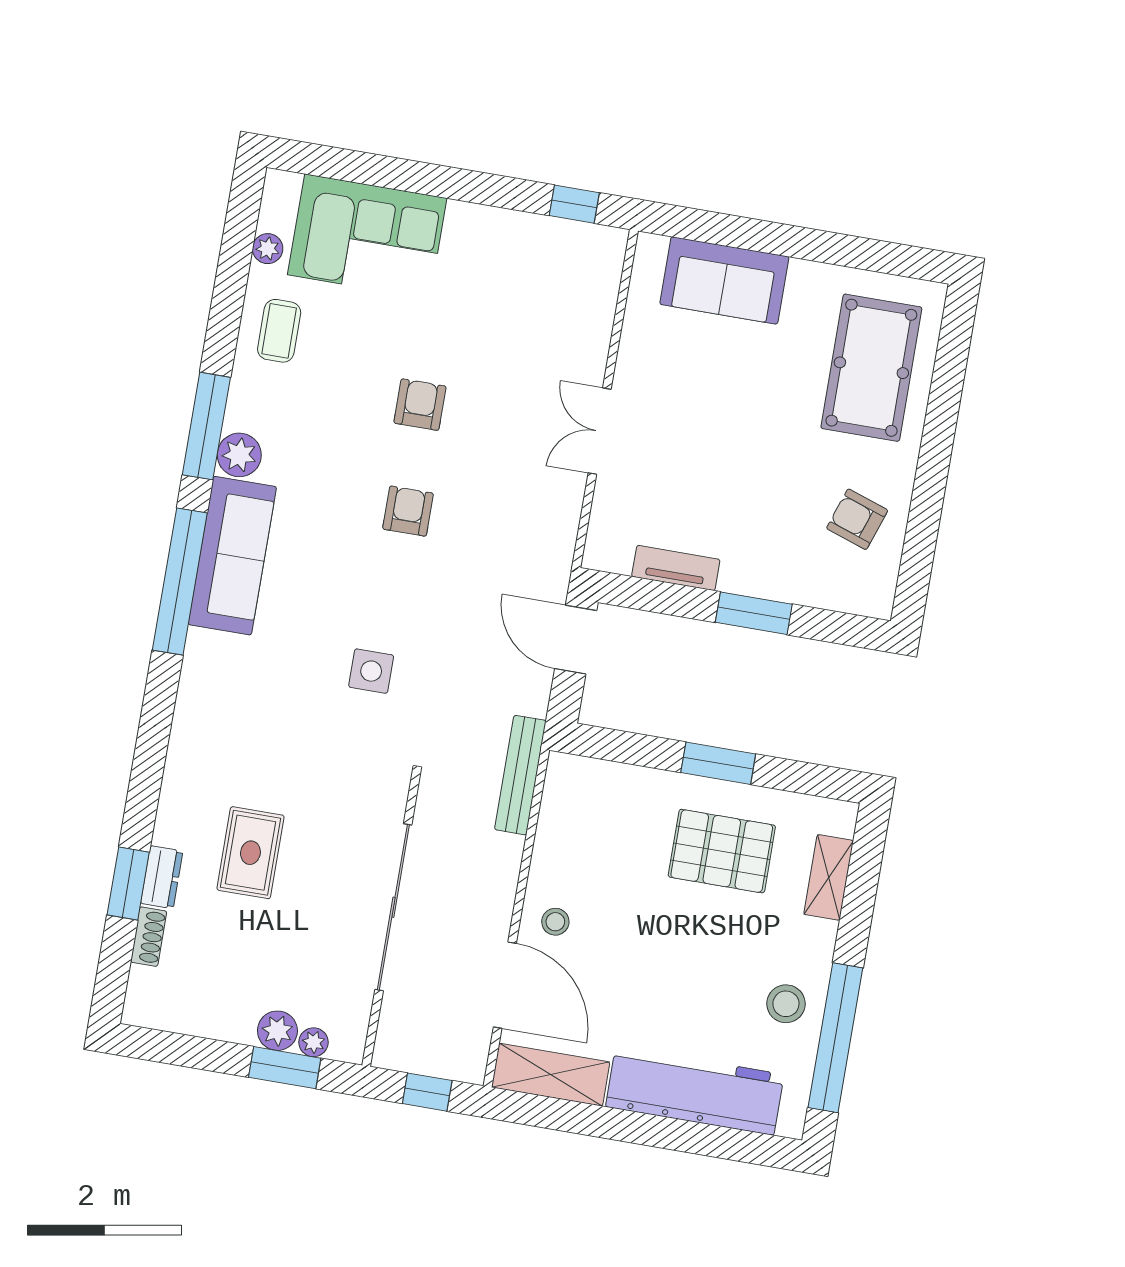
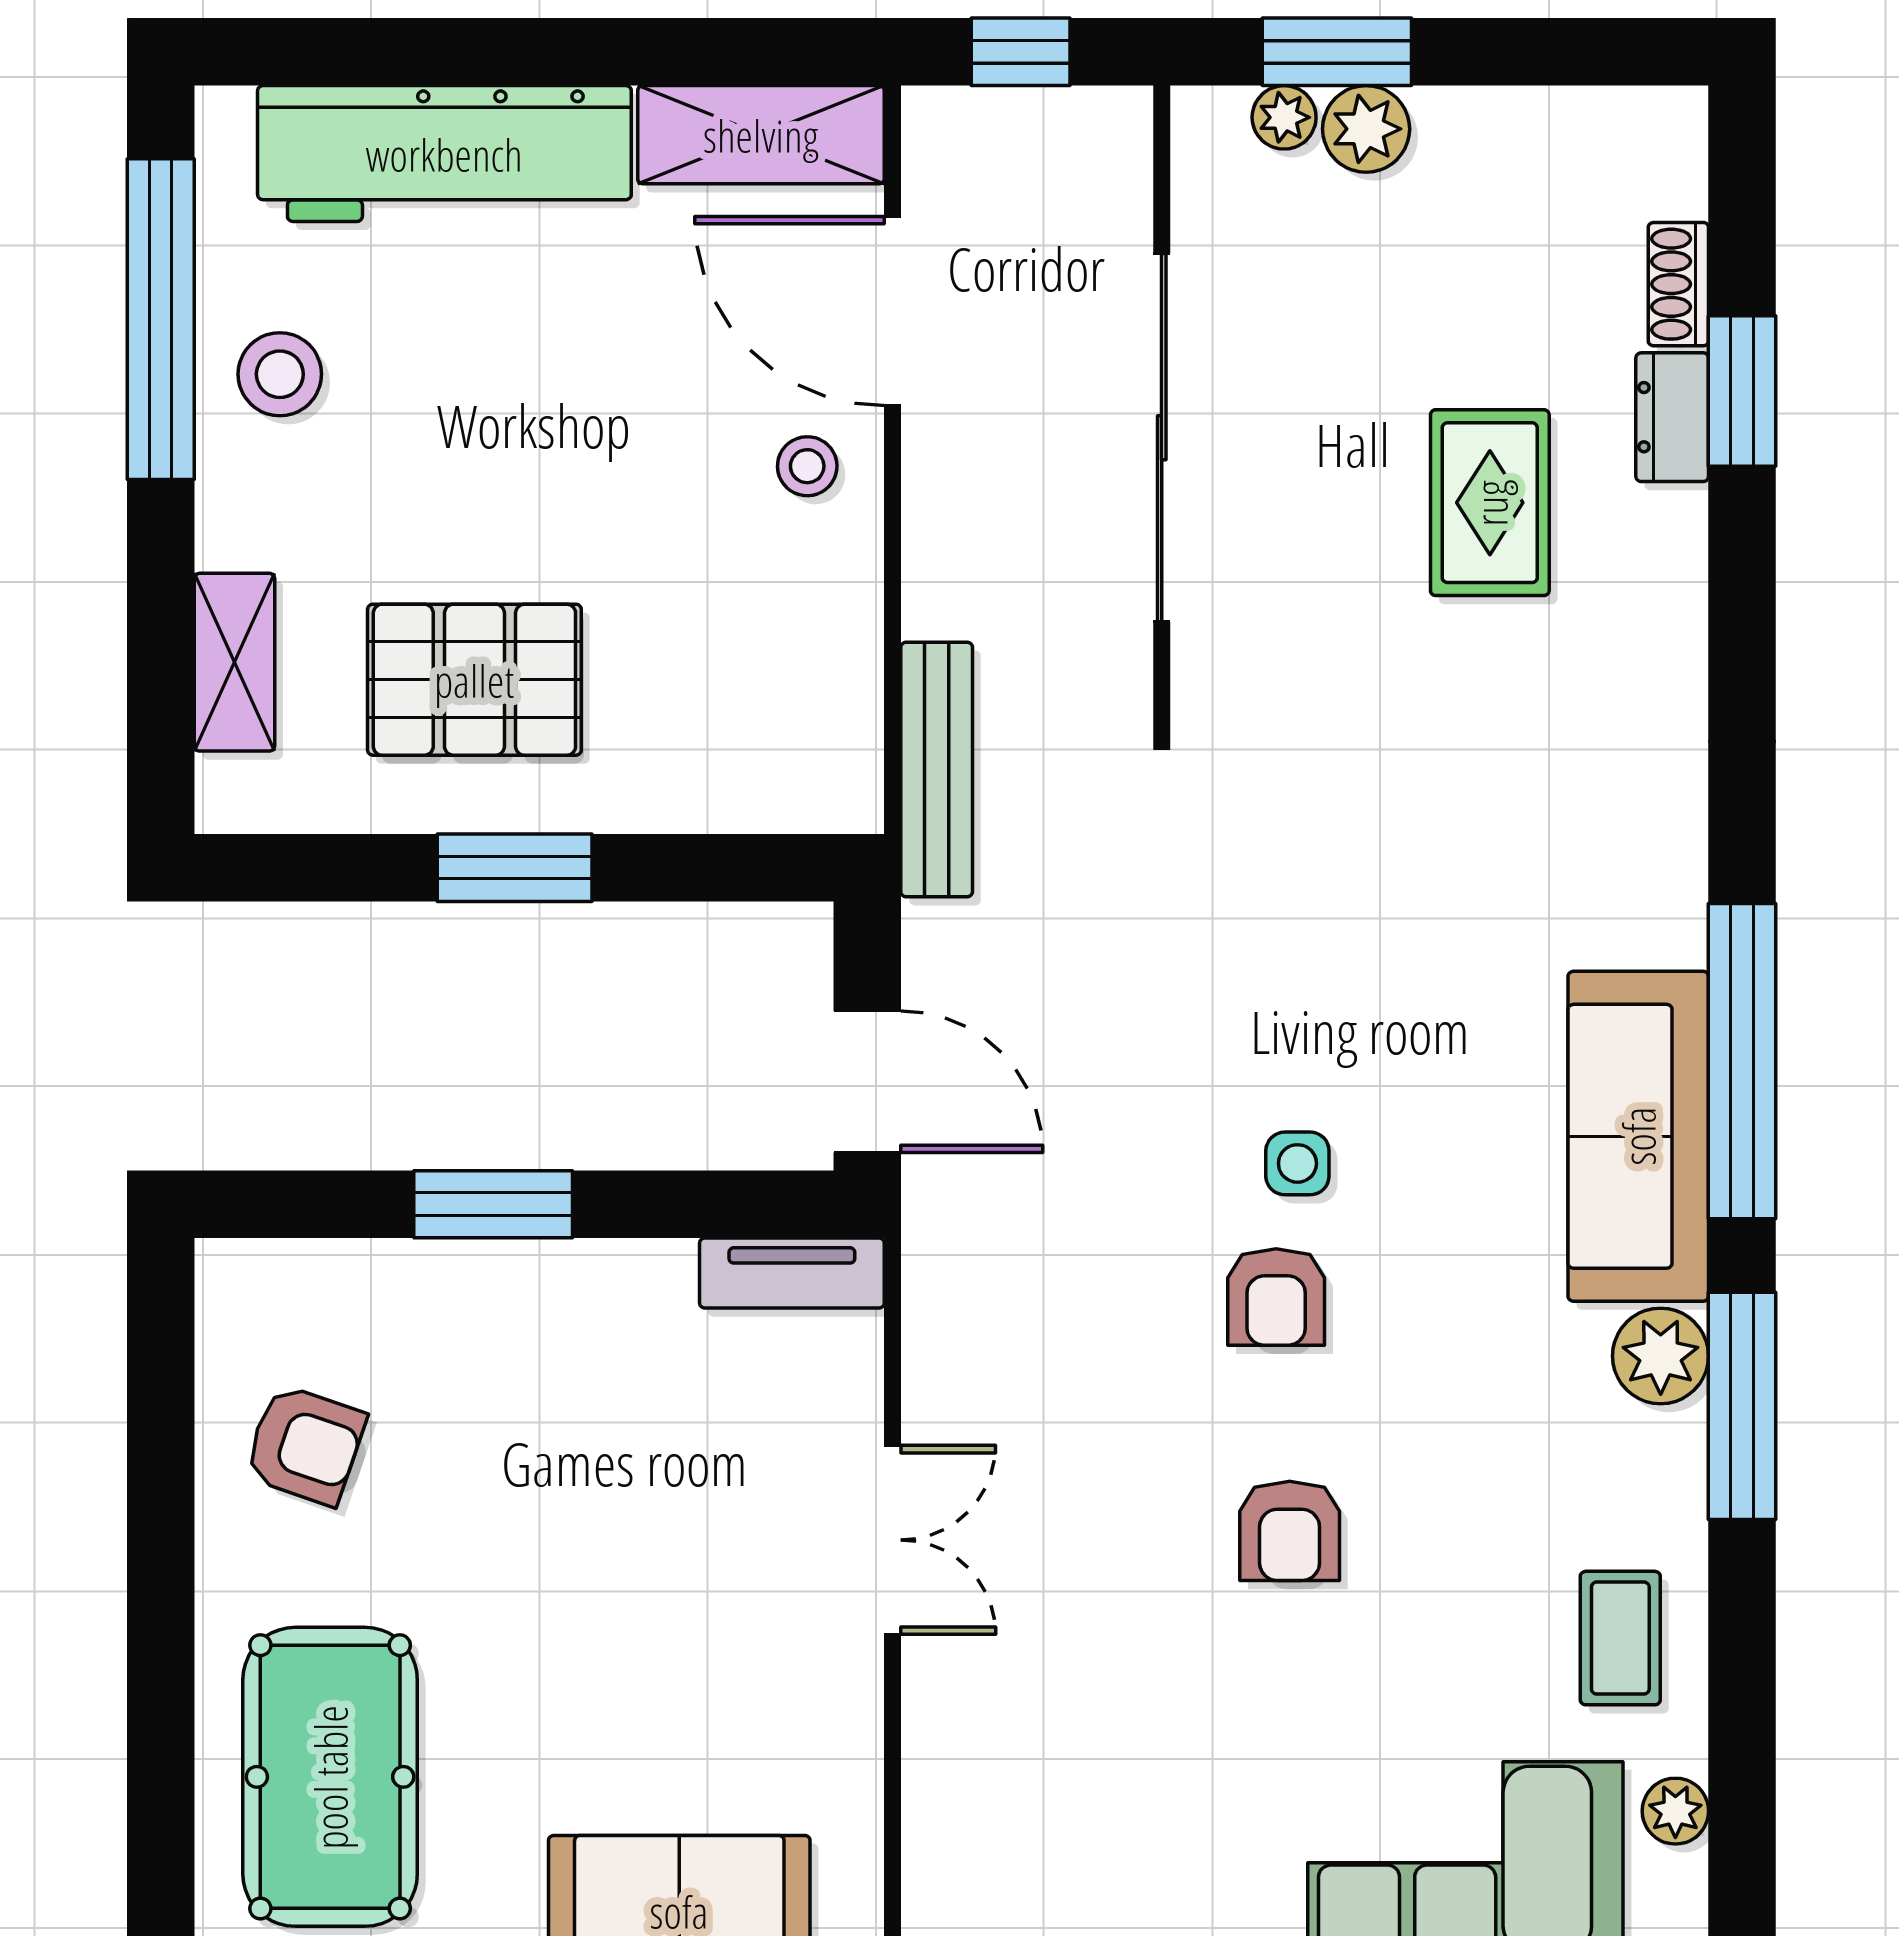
tv unit: (676, 568) -> (792, 1273), moved
side table: (371, 671) -> (1297, 1163), moved, width x0.73, depth x0.73

